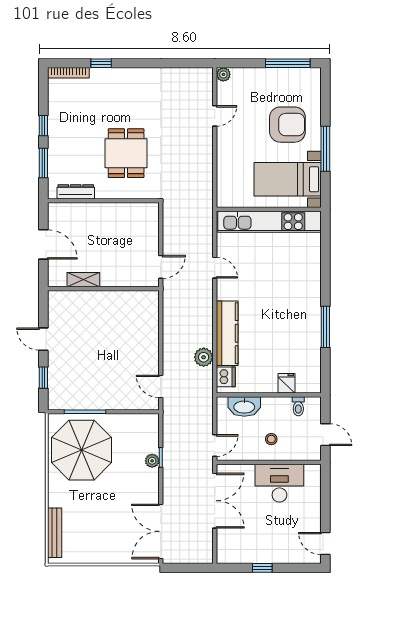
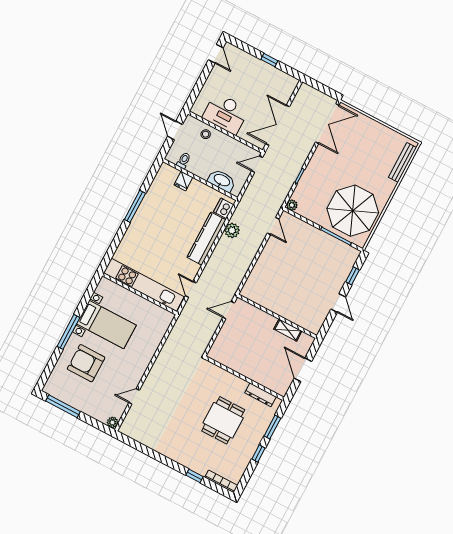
dining table: (126, 153) -> (223, 420), moved
wall: (269, 209) -> (140, 294), moved
kitchen unit: (269, 222) -> (144, 285), moved
stool: (271, 439) -> (206, 134), moved
plant: (152, 461) -> (292, 205), moved

